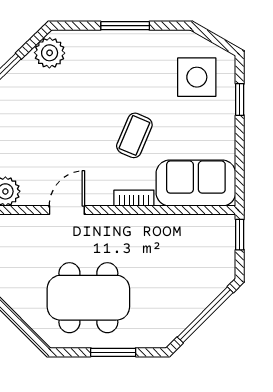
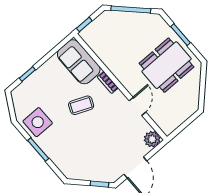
plant: (50, 53) -> (77, 171), removed
side table: (197, 77) -> (38, 122), moved
door: (67, 210) -> (137, 106), swing flipped
dining table: (88, 298) -> (167, 65), turned 90

